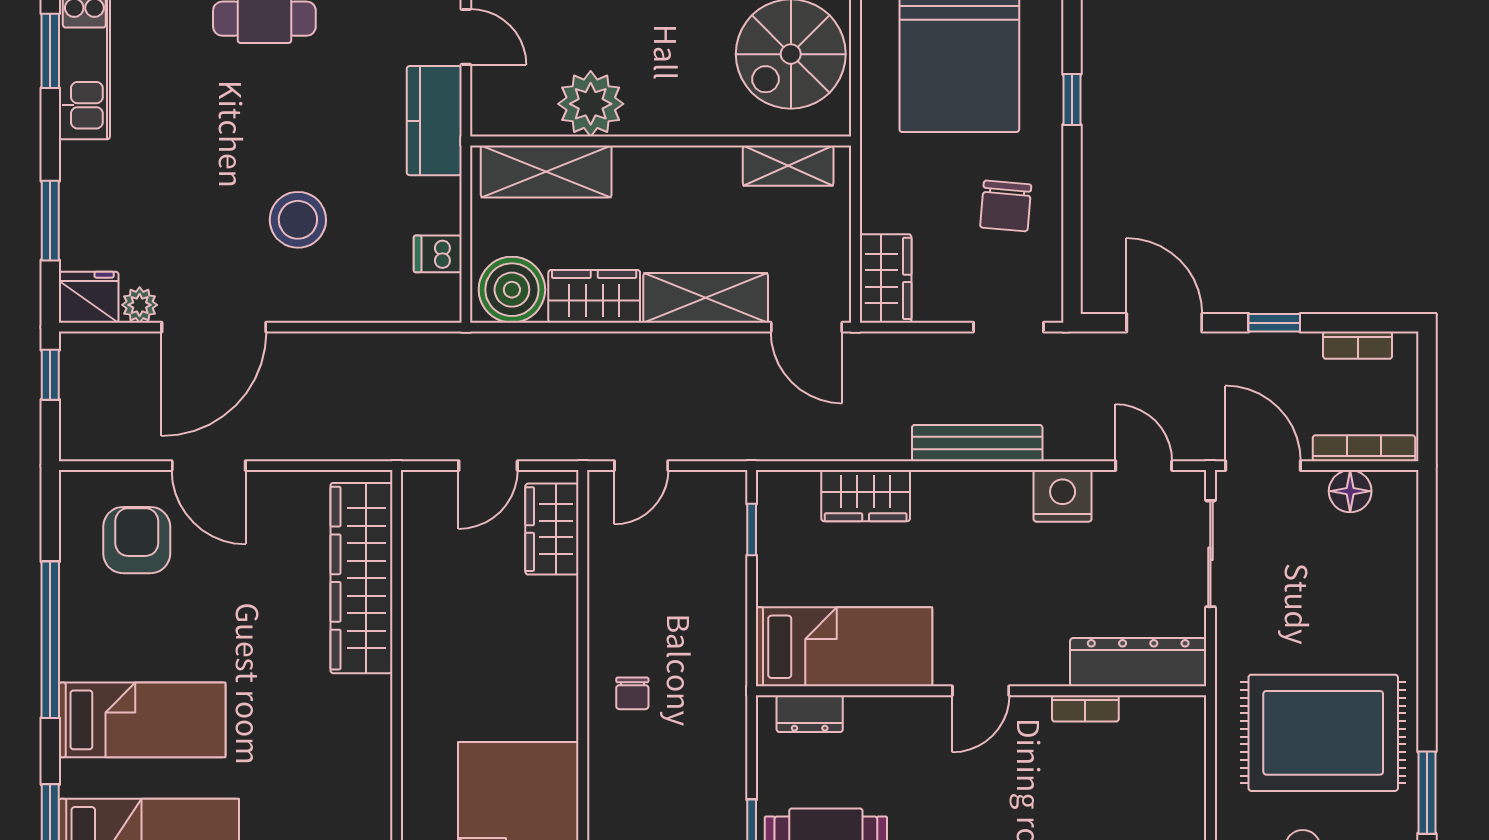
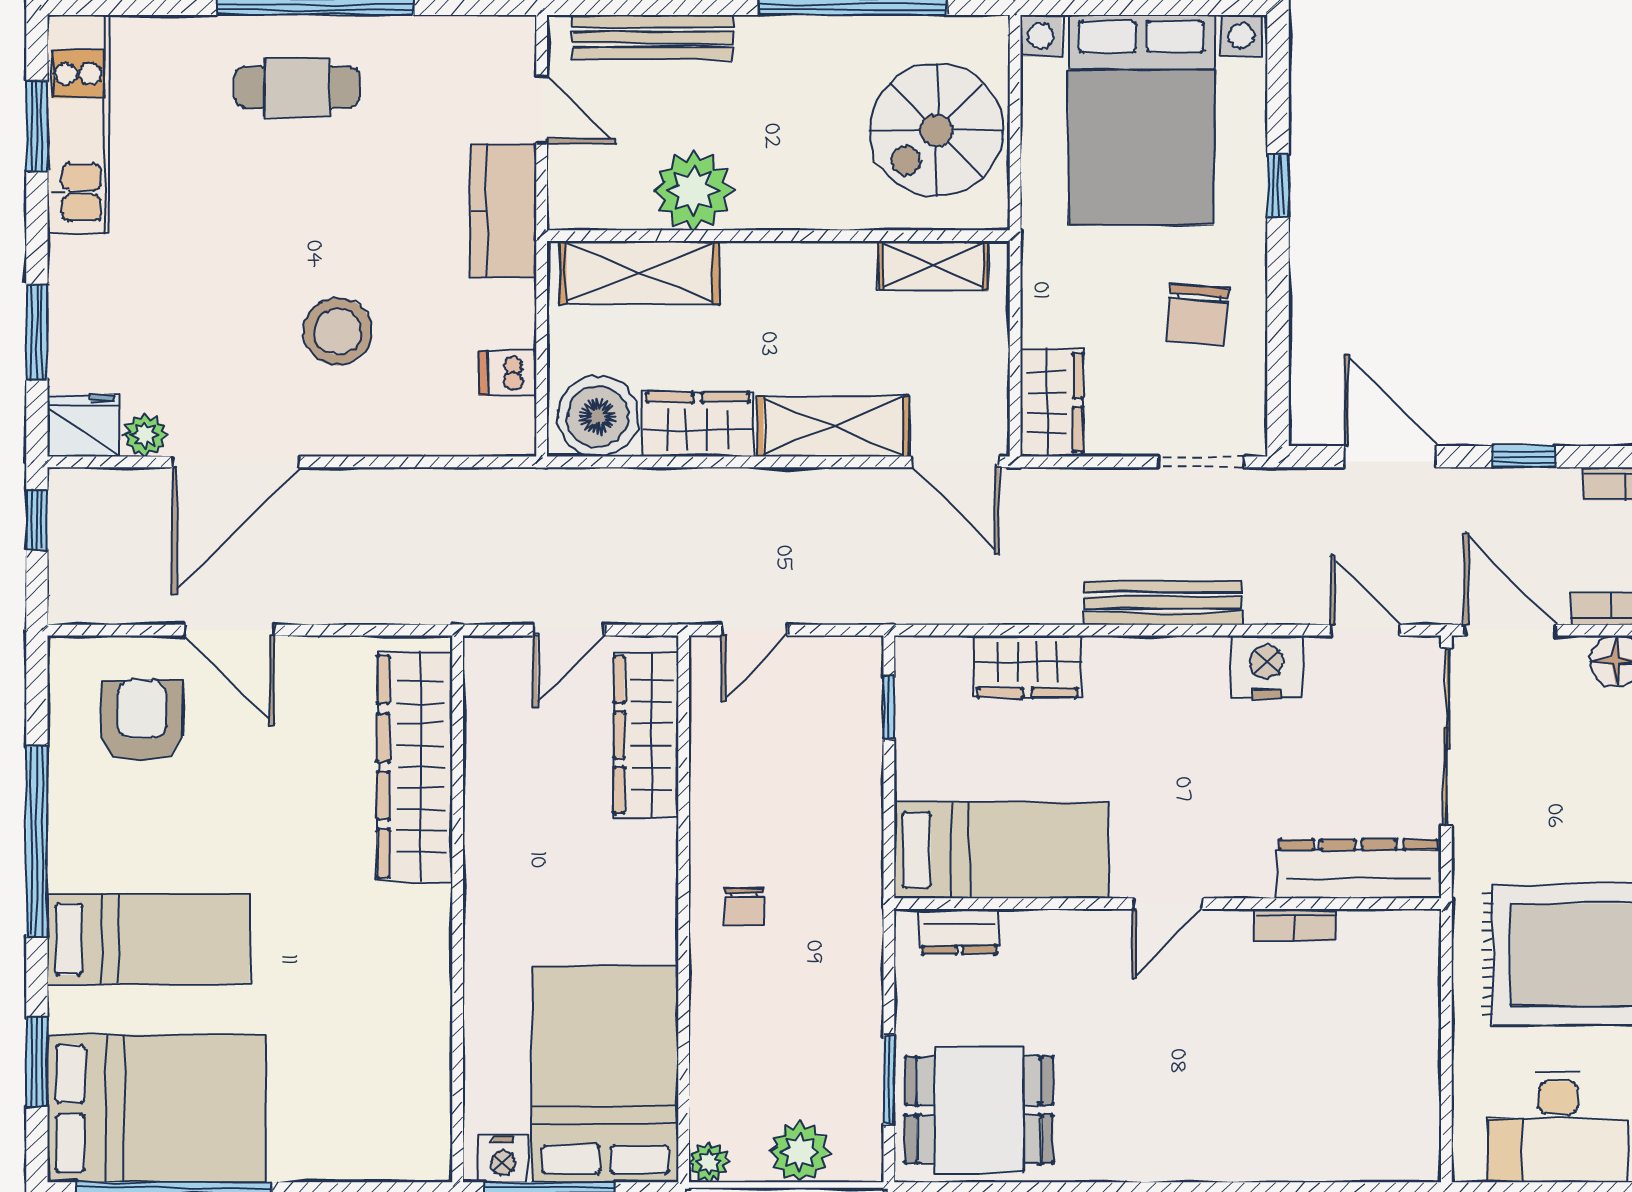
wardrobe: (552, 529) -> (646, 735), width x1.50
sliding door: (1210, 554) -> (1446, 737), width x1.37

